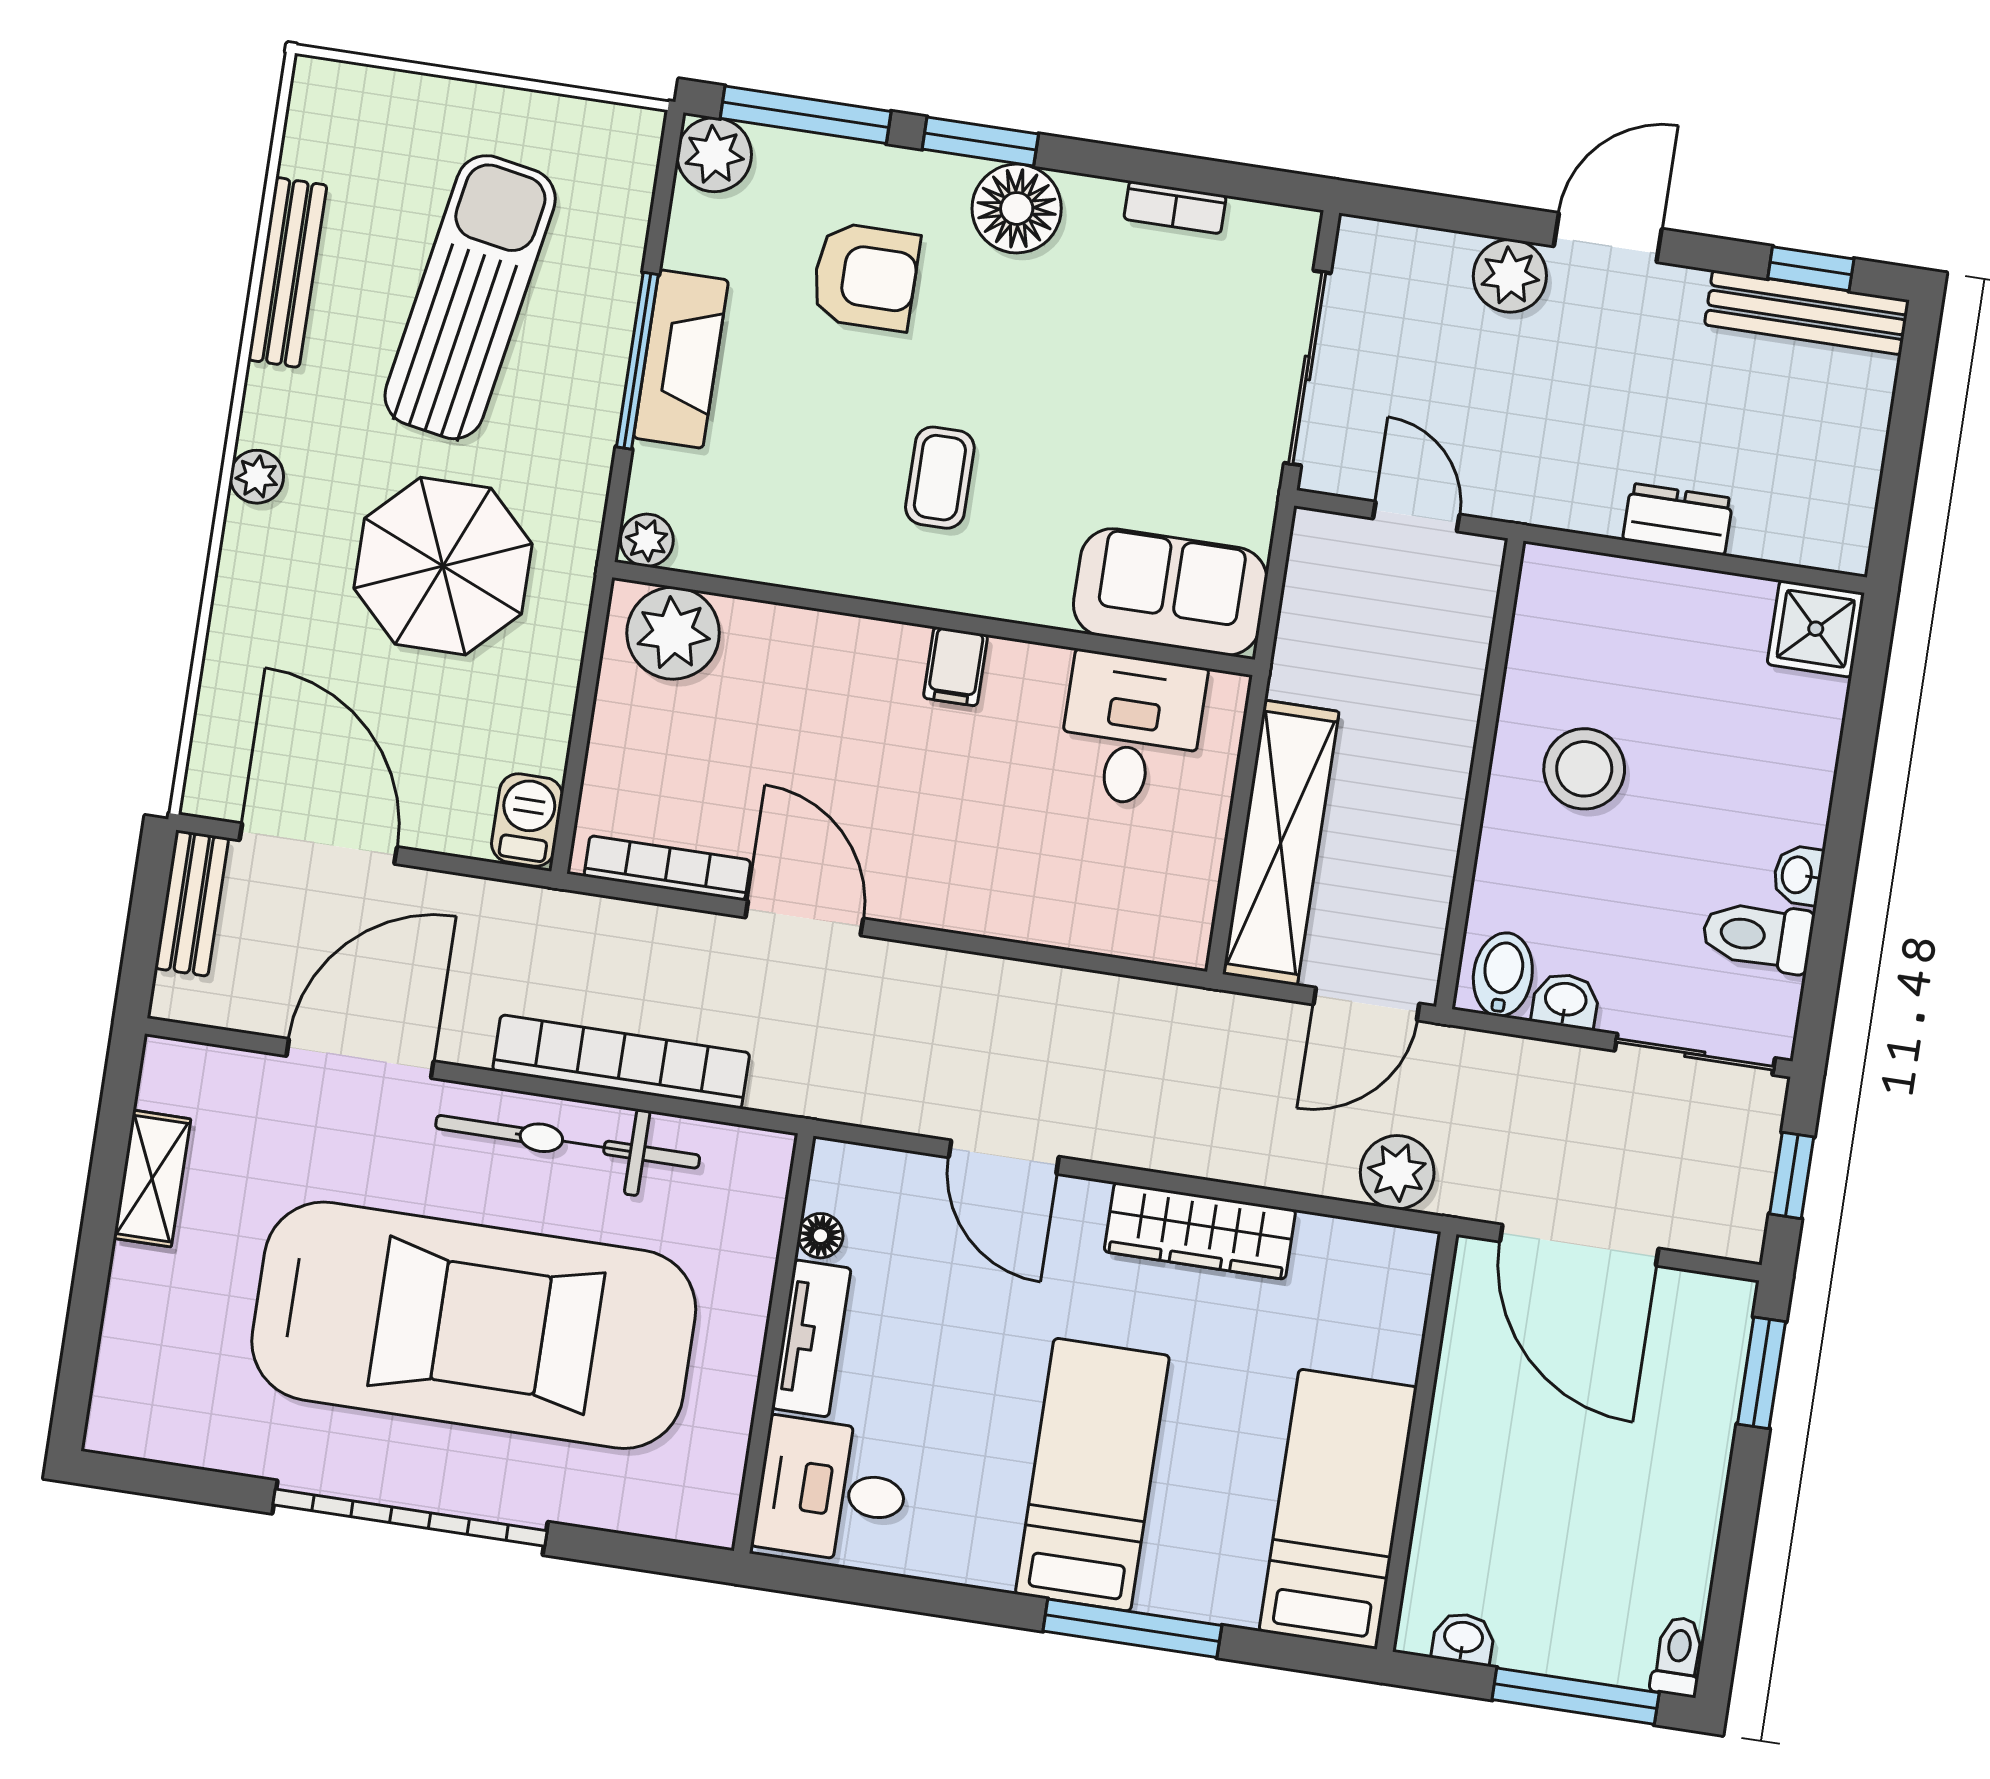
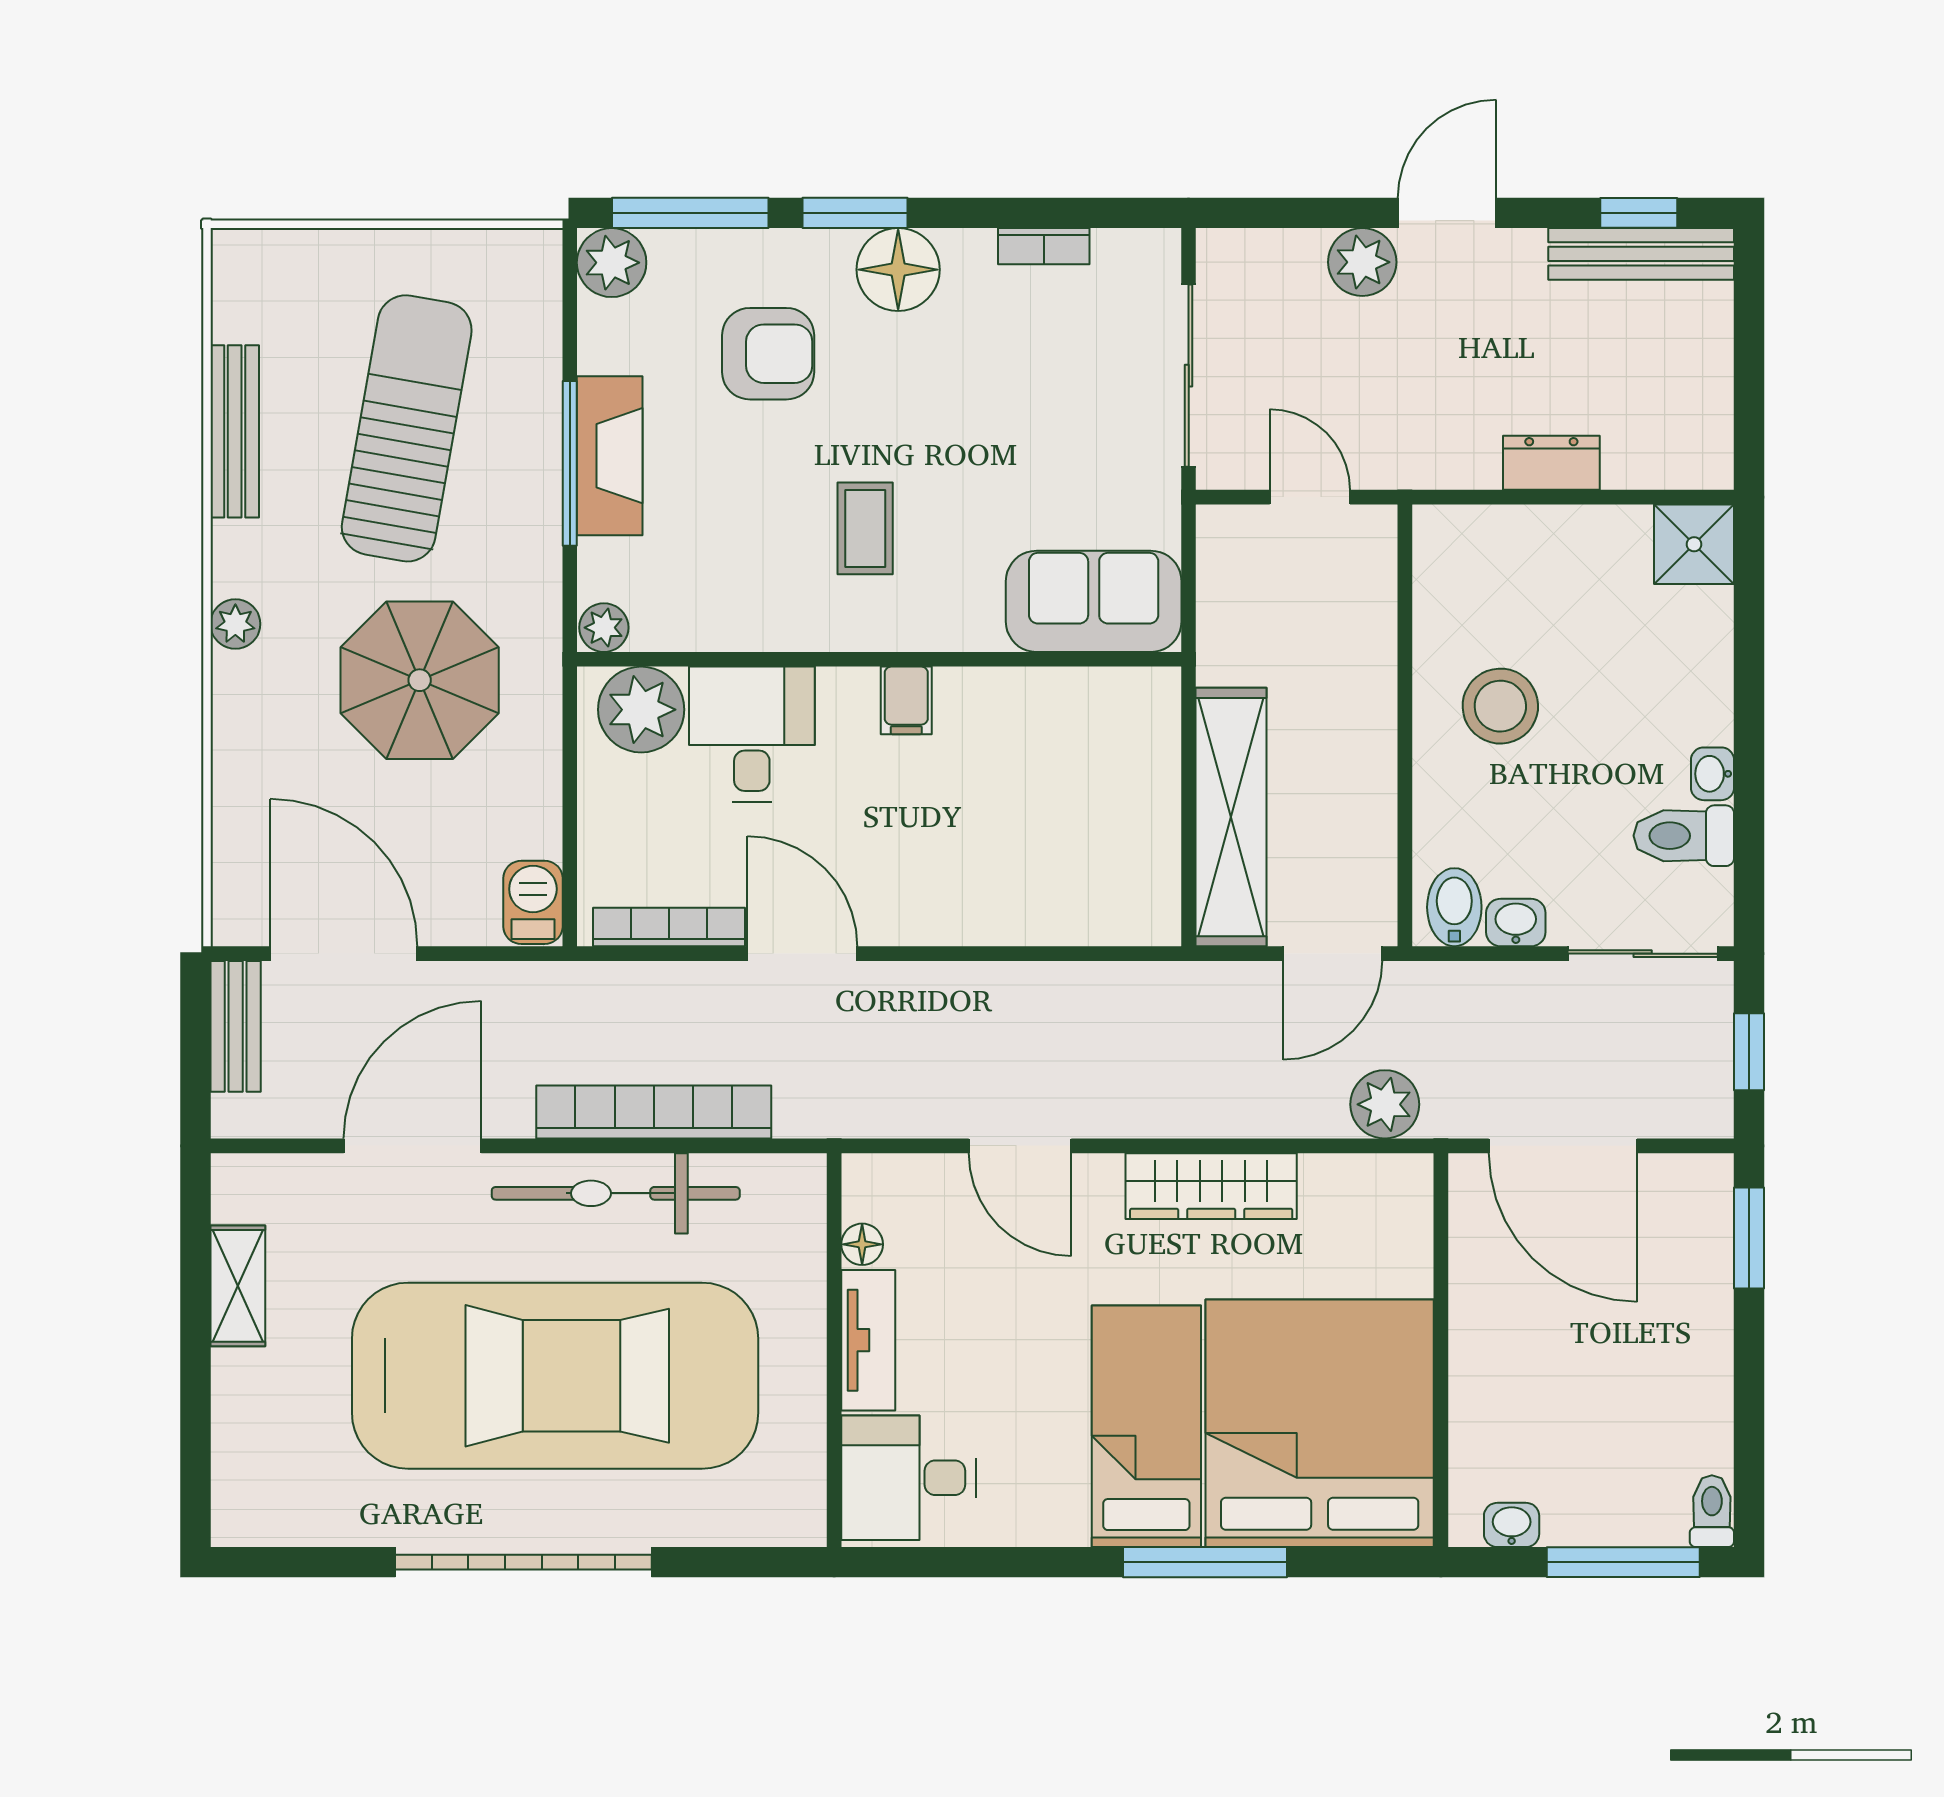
desk: (1131, 730) -> (752, 734), moved
bed: (1338, 1509) -> (1320, 1423), width x2.04

